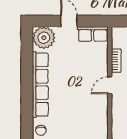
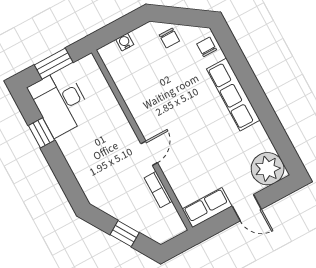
row of seats: (40, 85) -> (233, 94), width x0.73

